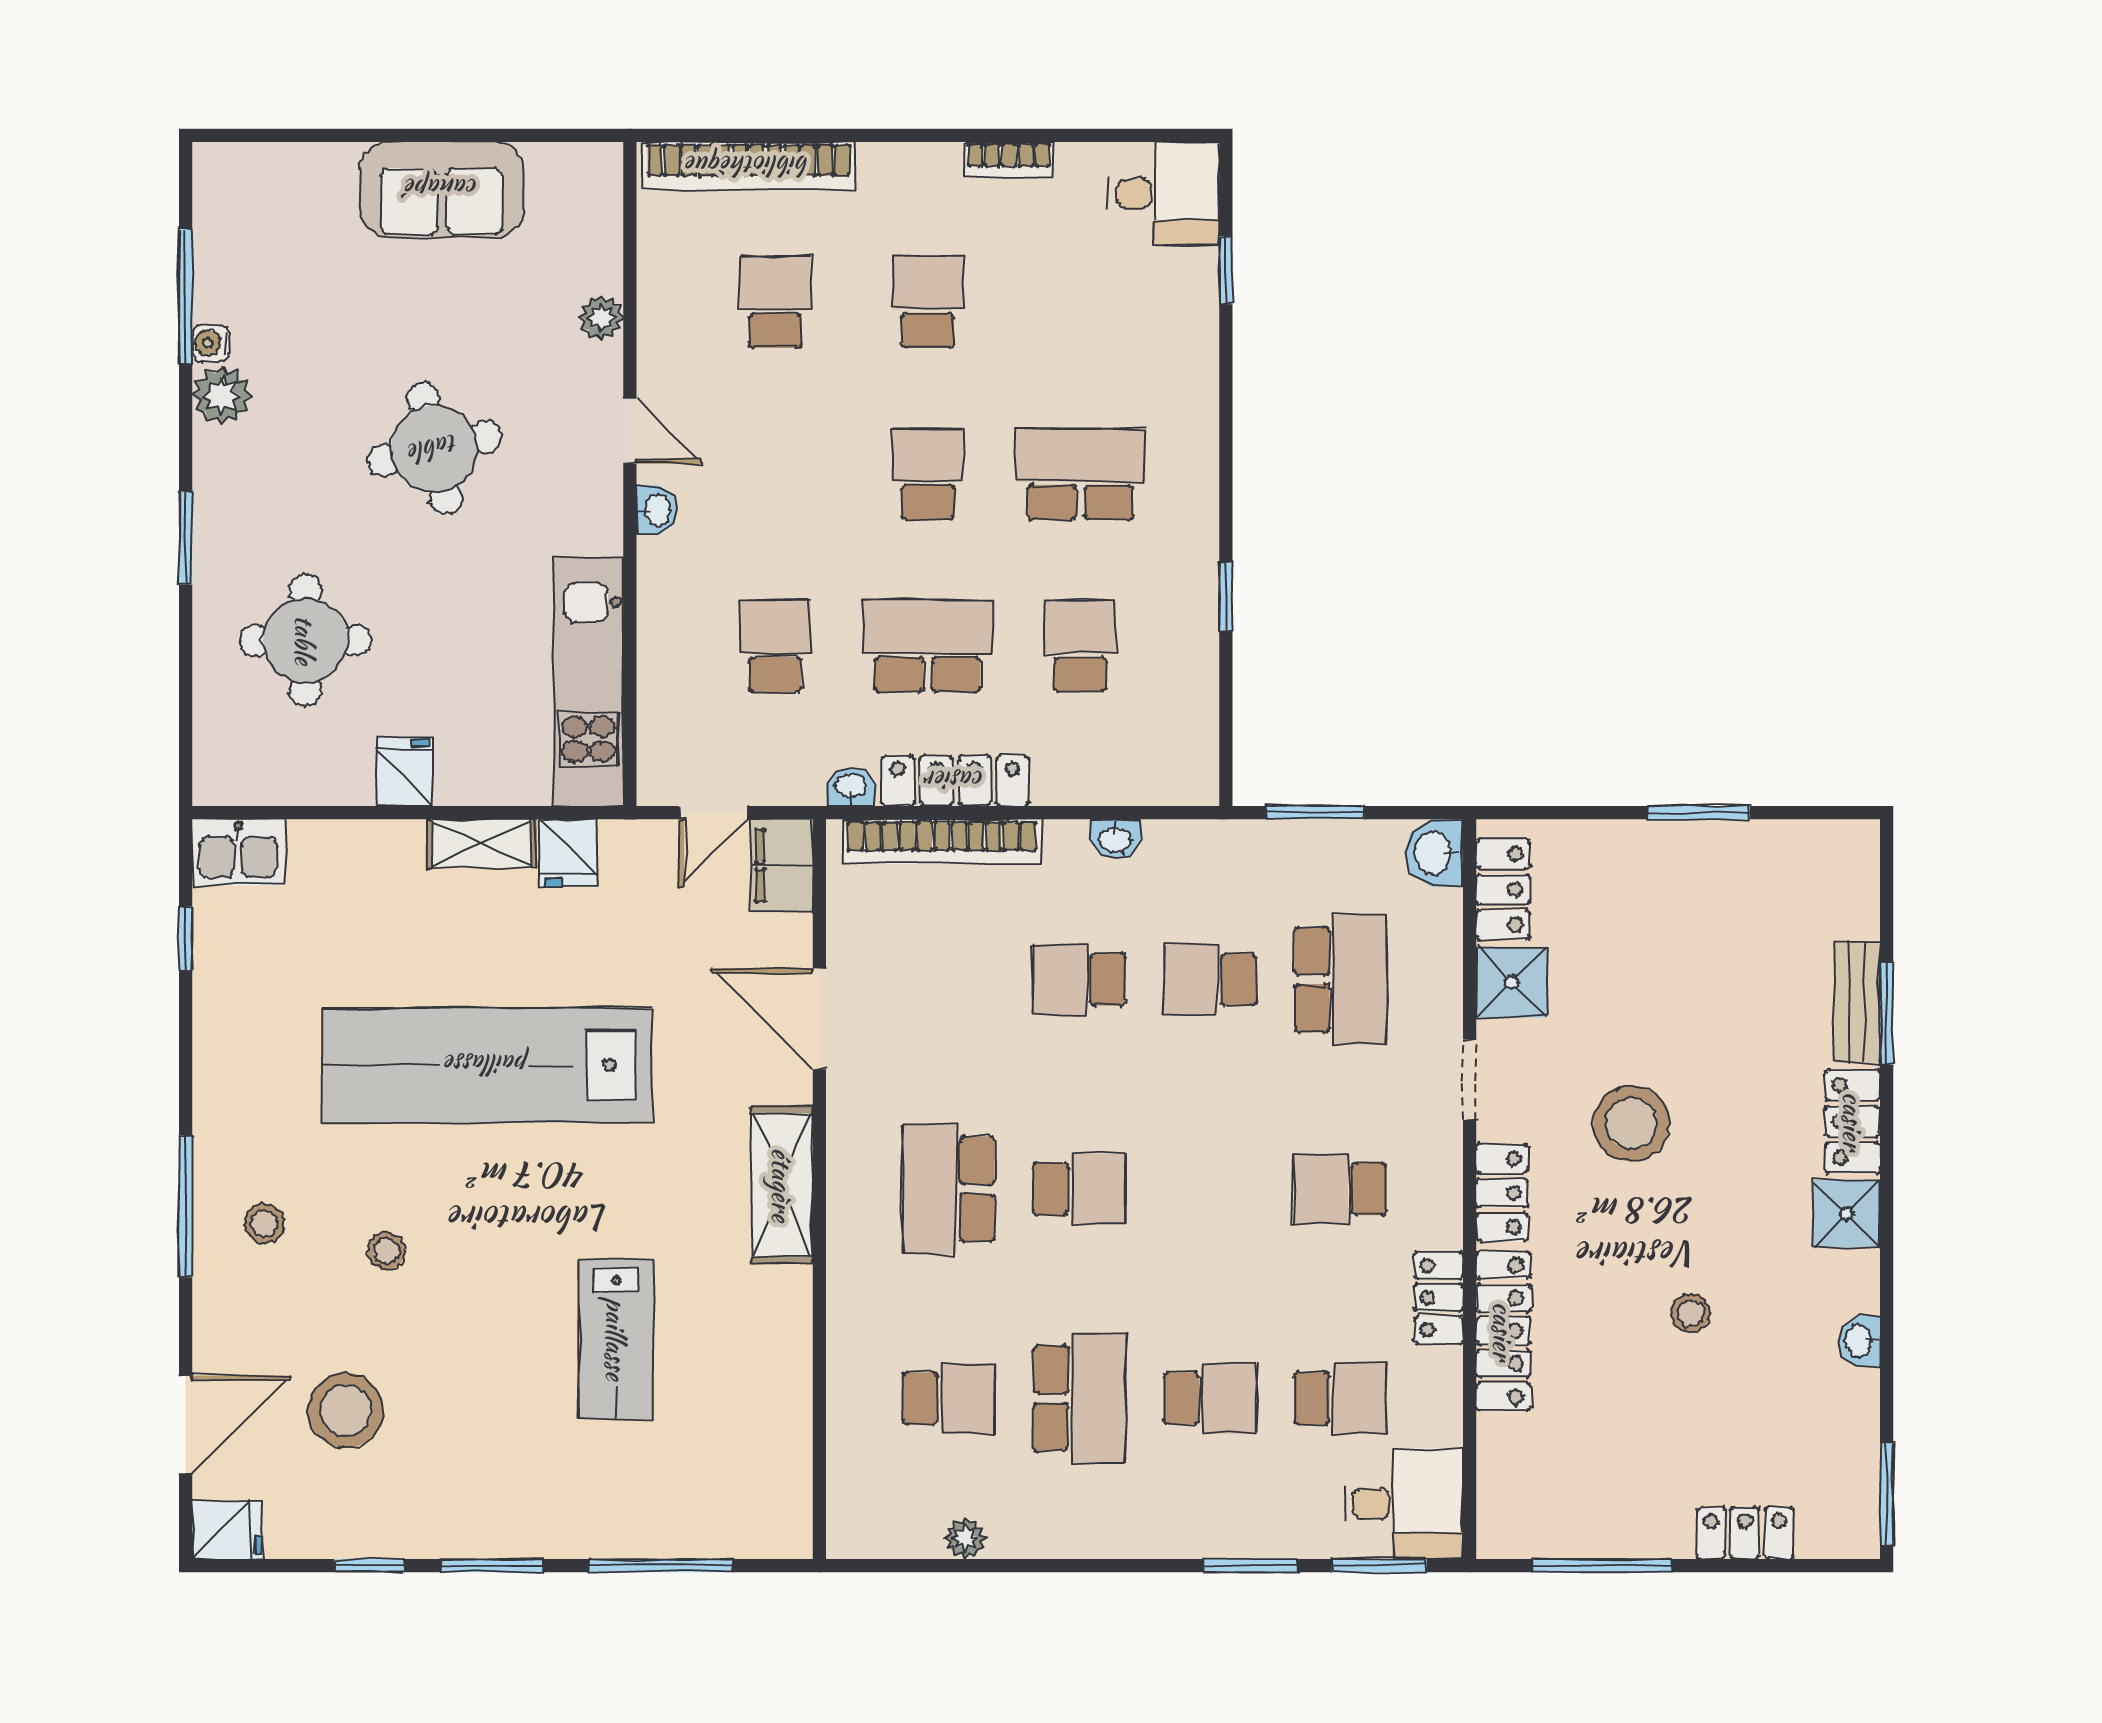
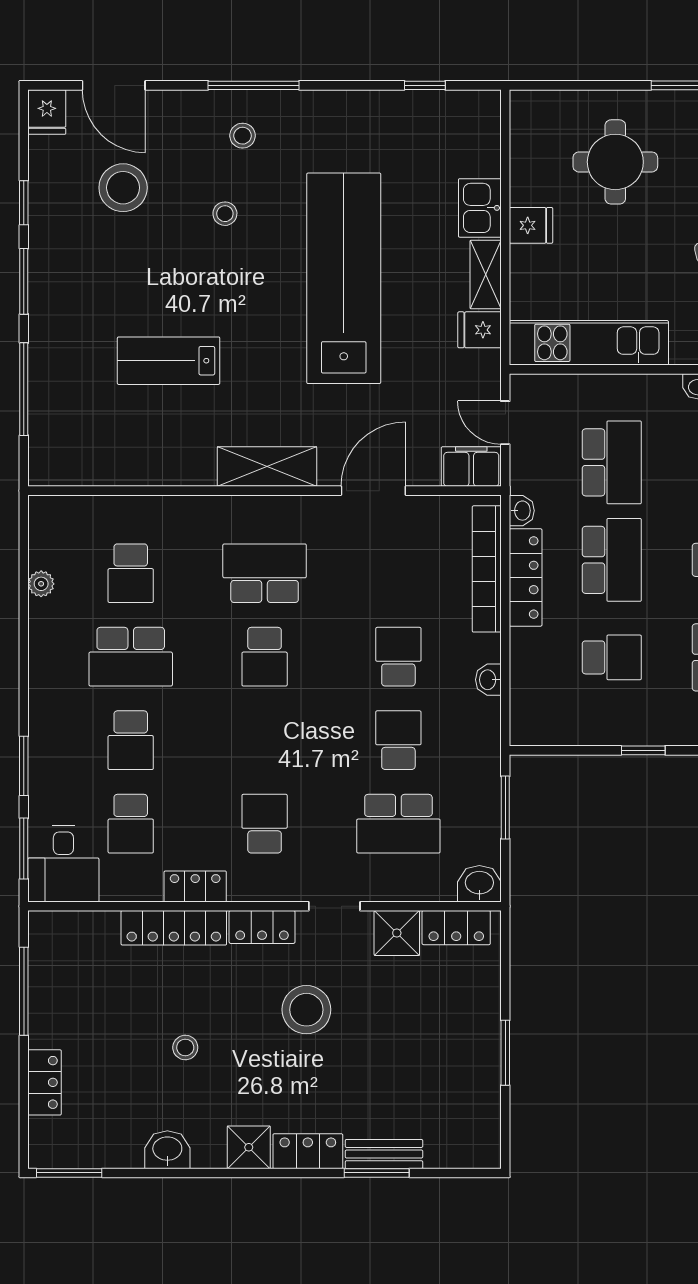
school desk: (775, 646) -> (612, 462), width x1.85
kitchen sink: (238, 852) -> (480, 208), moved
washbasin: (1860, 1341) -> (167, 1150), width x1.38, depth x1.45

